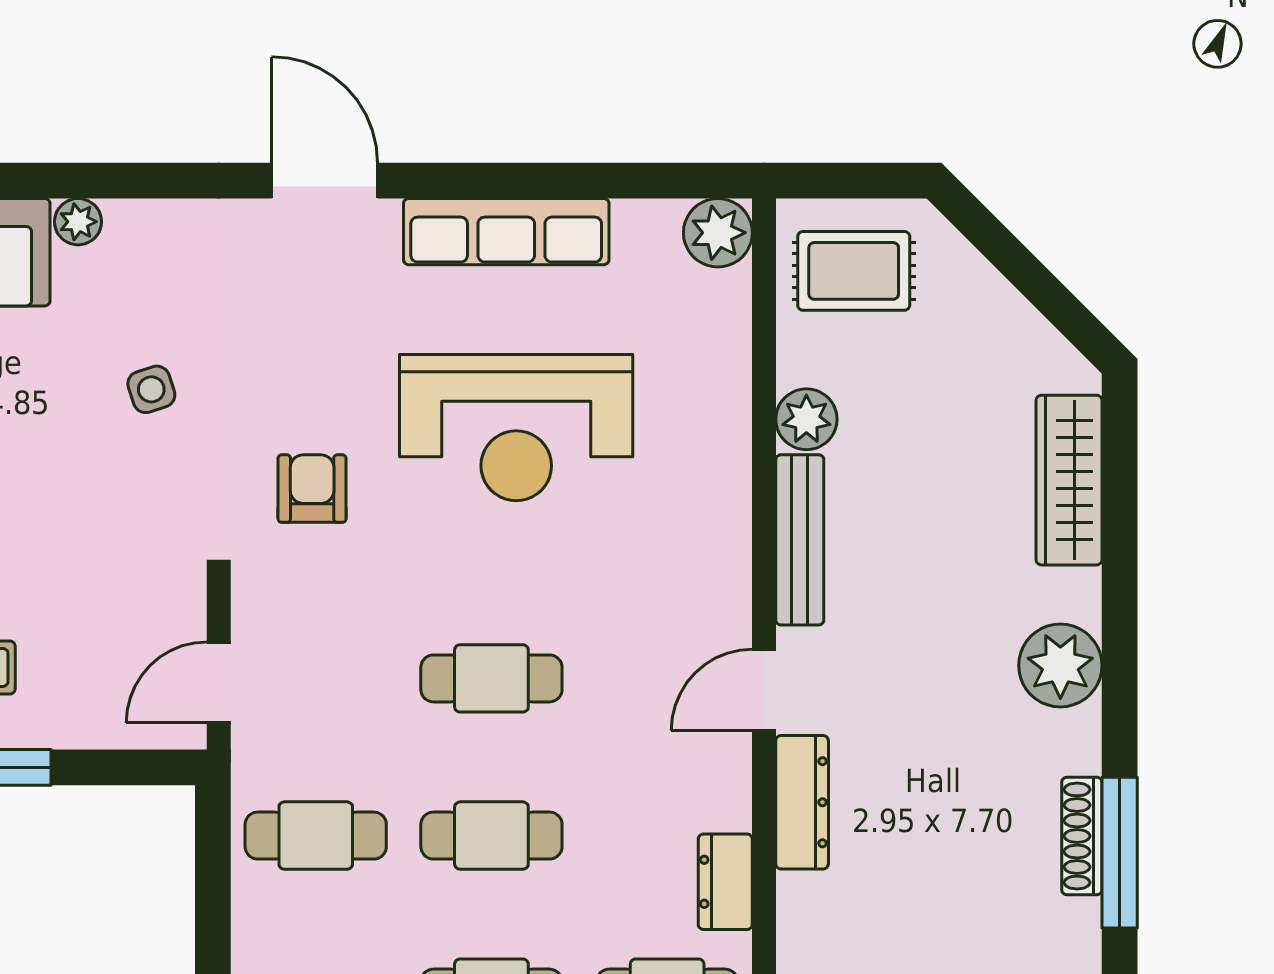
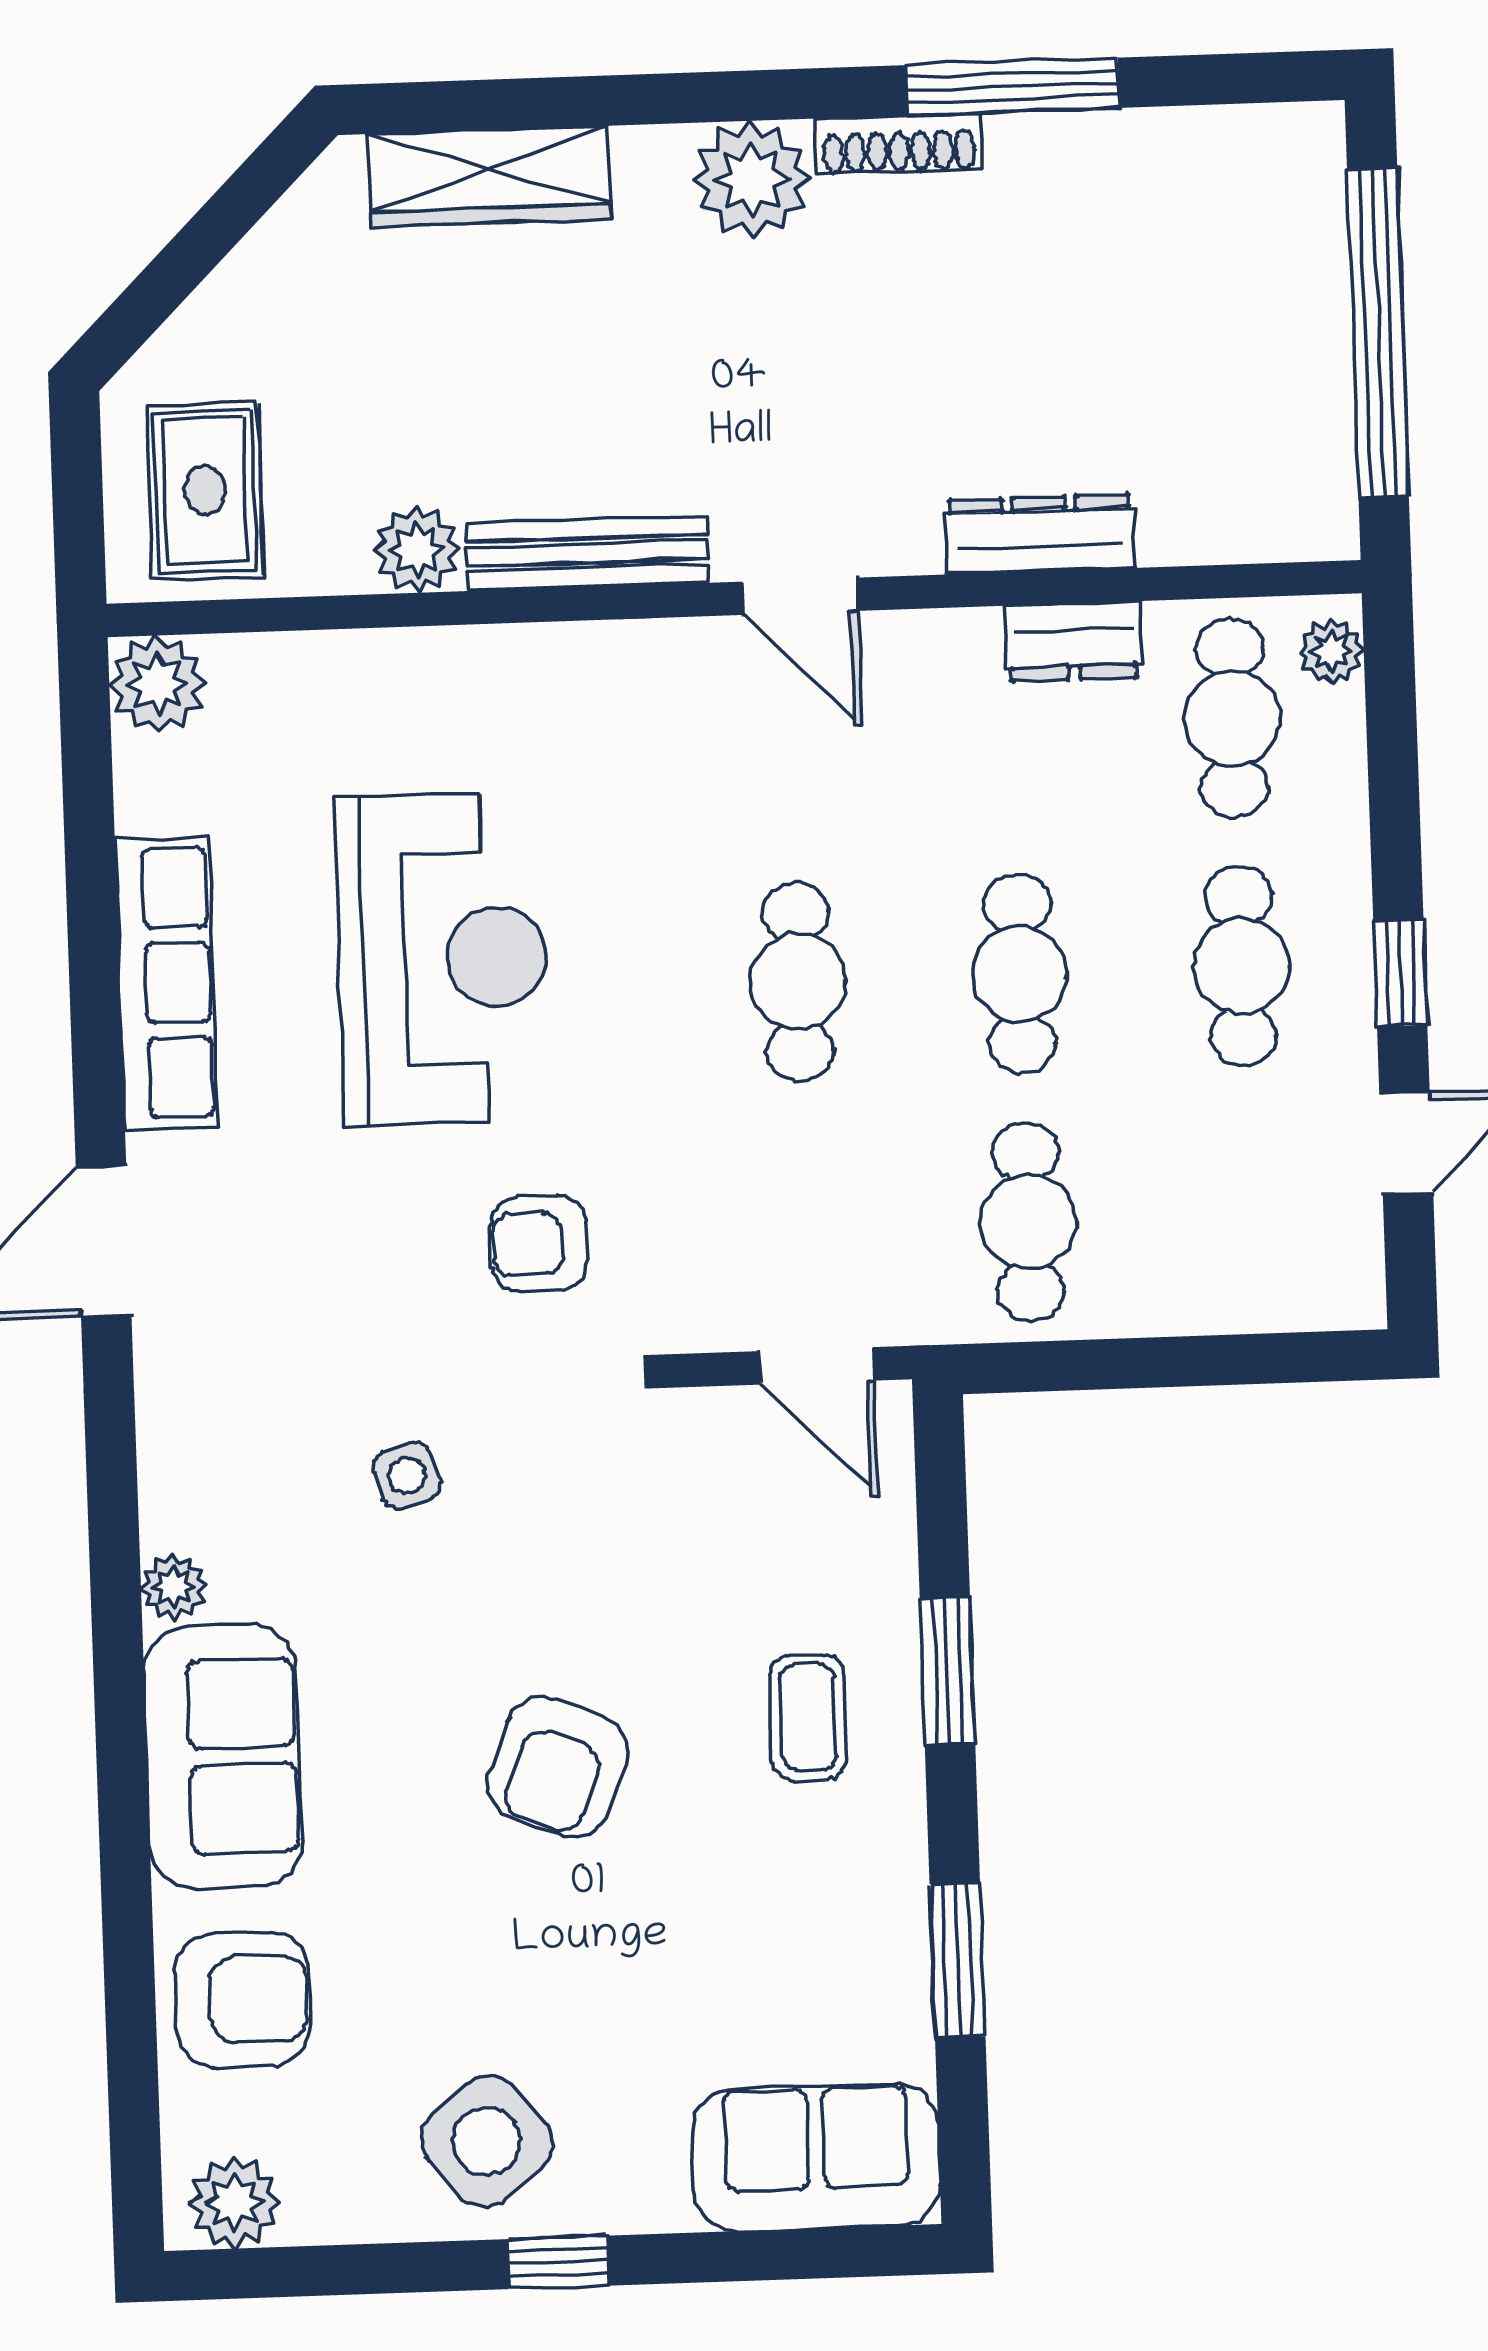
dresser: (802, 802) -> (1040, 534), moved
shoe rack: (1082, 836) -> (899, 144), moved

